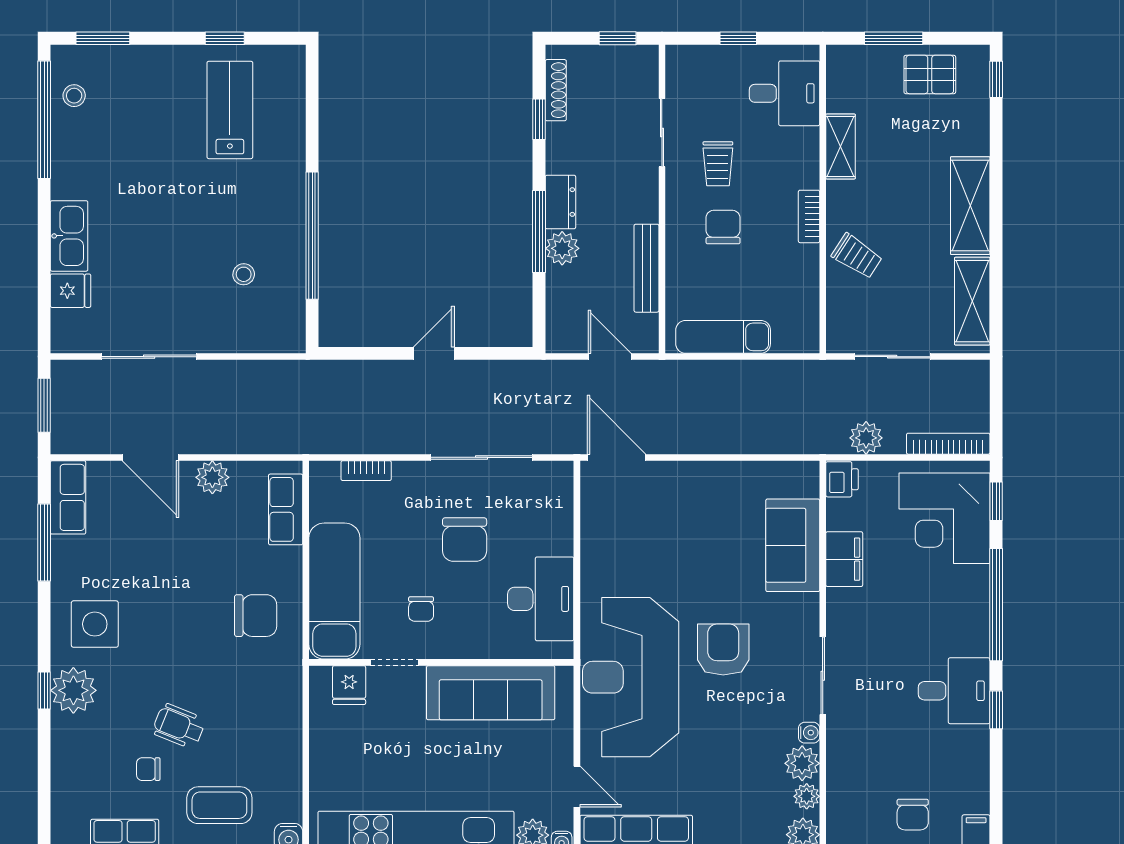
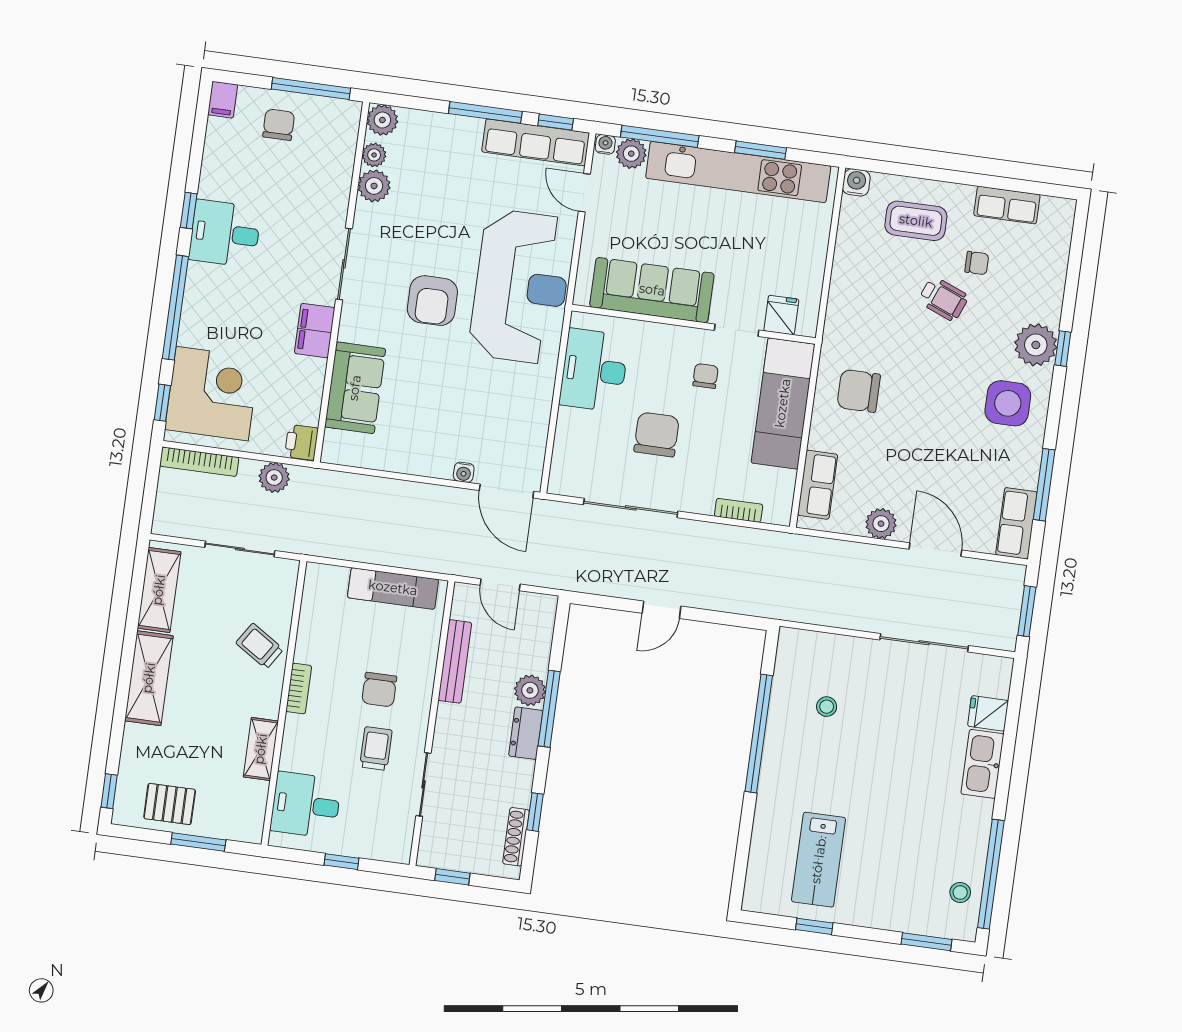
filing cabinet: (844, 559) -> (315, 331), moved
water cooler: (809, 733) -> (464, 472), moved, turned -90

